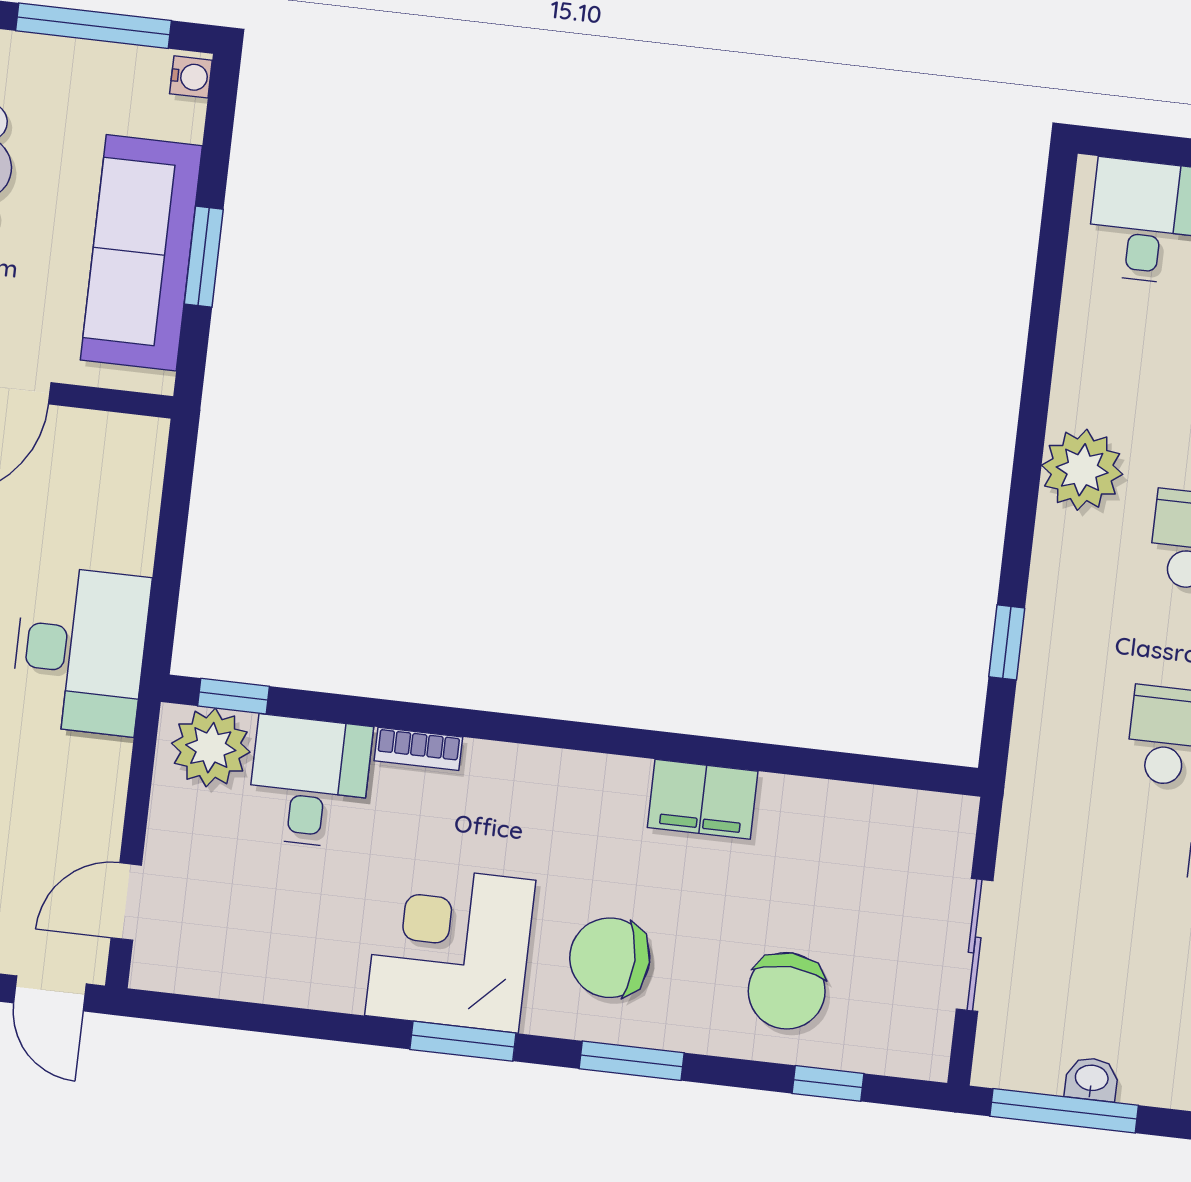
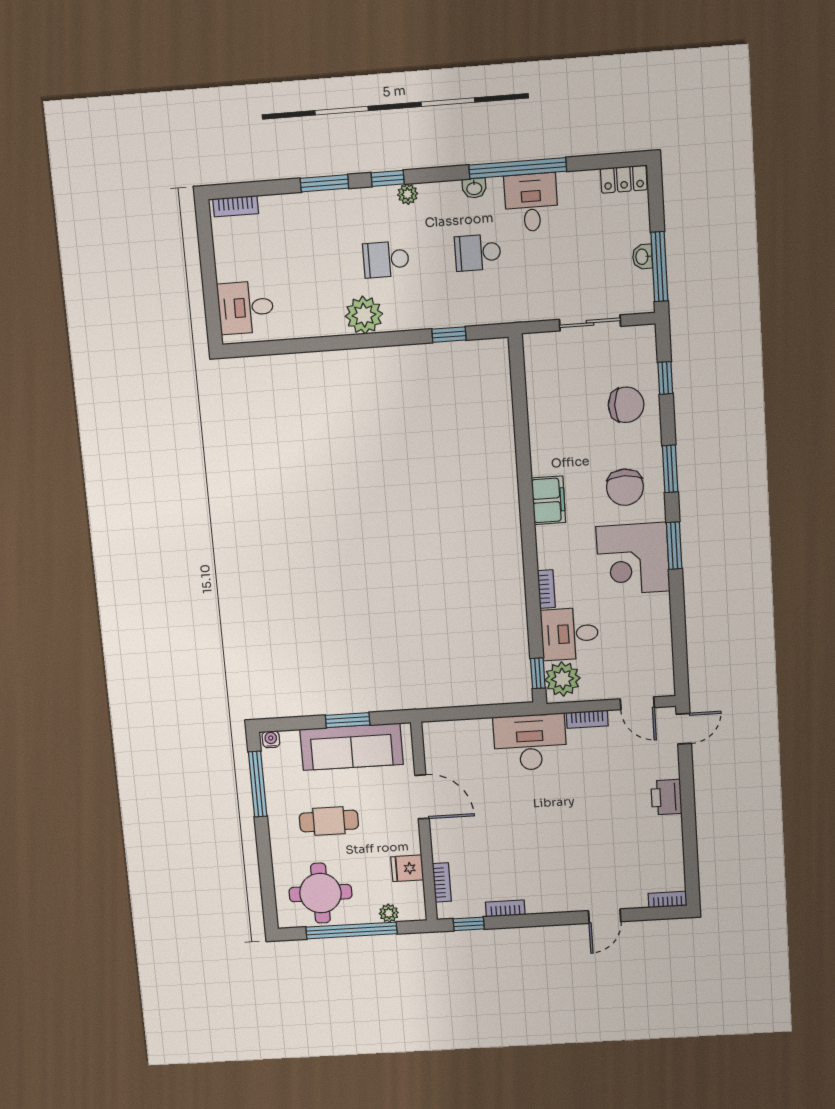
bookcase: (110, 786) -> (587, 719), added
filing cabinet: (703, 799) -> (549, 500), moved

